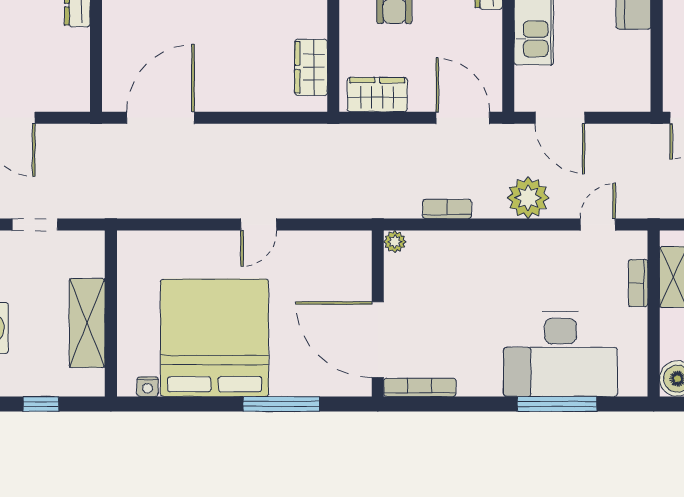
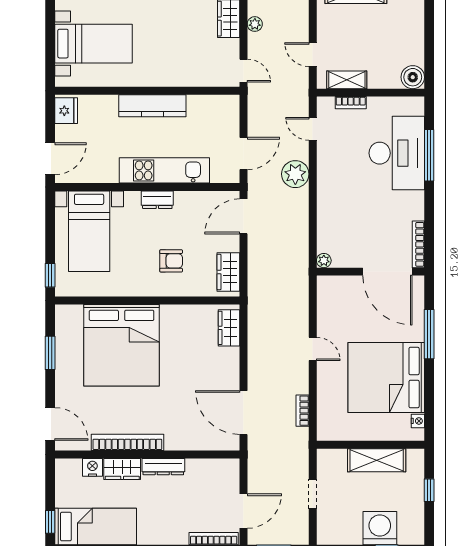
wardrobe: (311, 67) -> (229, 328), moved, turned 90
bookcase: (447, 209) -> (303, 411), moved
door: (378, 340) -> (387, 272), hinge flipped

